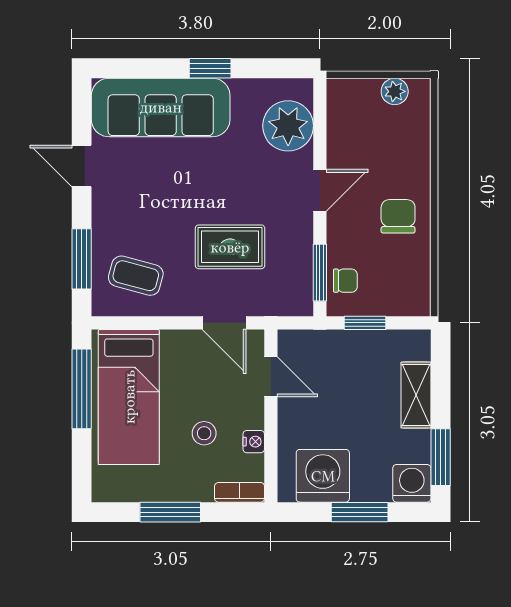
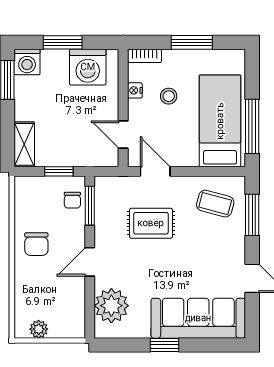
chair: (345, 281) -> (72, 200), turned -90
shelving: (416, 395) -> (24, 144), moved

